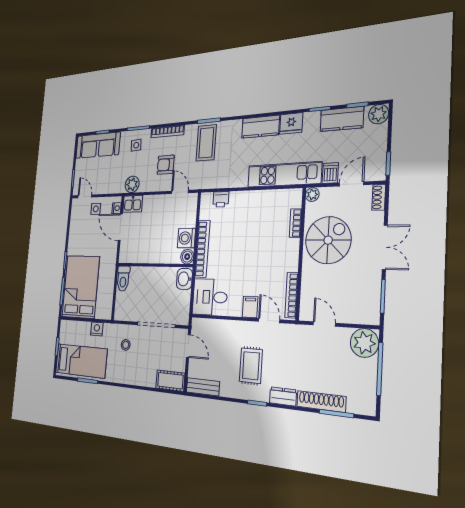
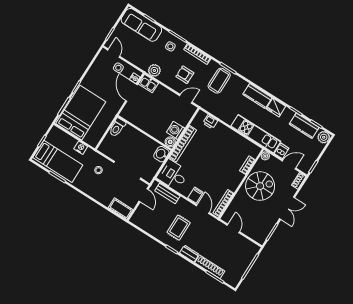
door: (180, 192) -> (186, 99), hinge flipped
plant: (364, 343) -> (249, 250), removed
bench: (203, 387) -> (167, 193), moved

